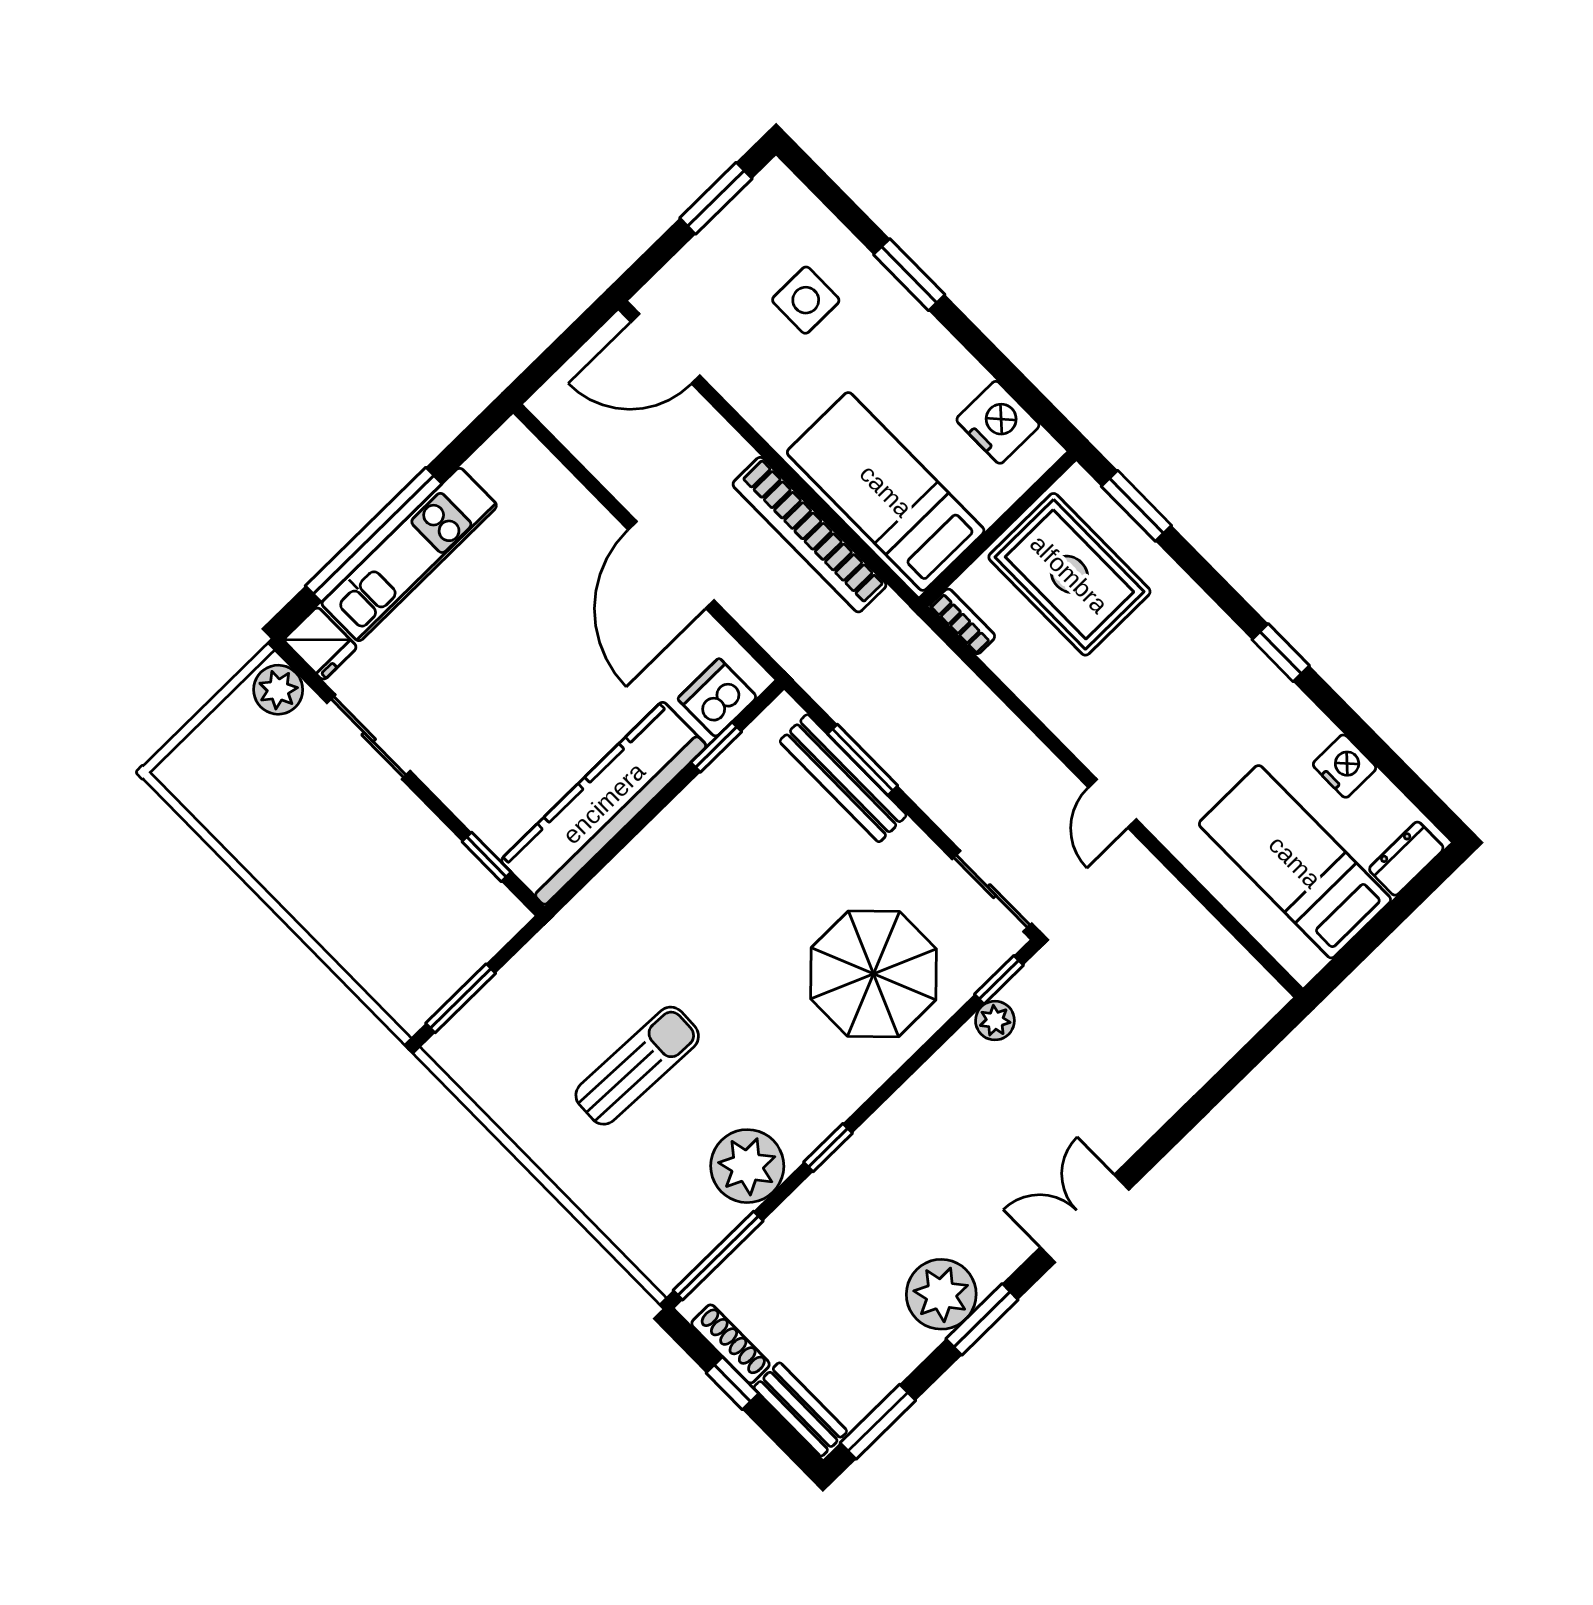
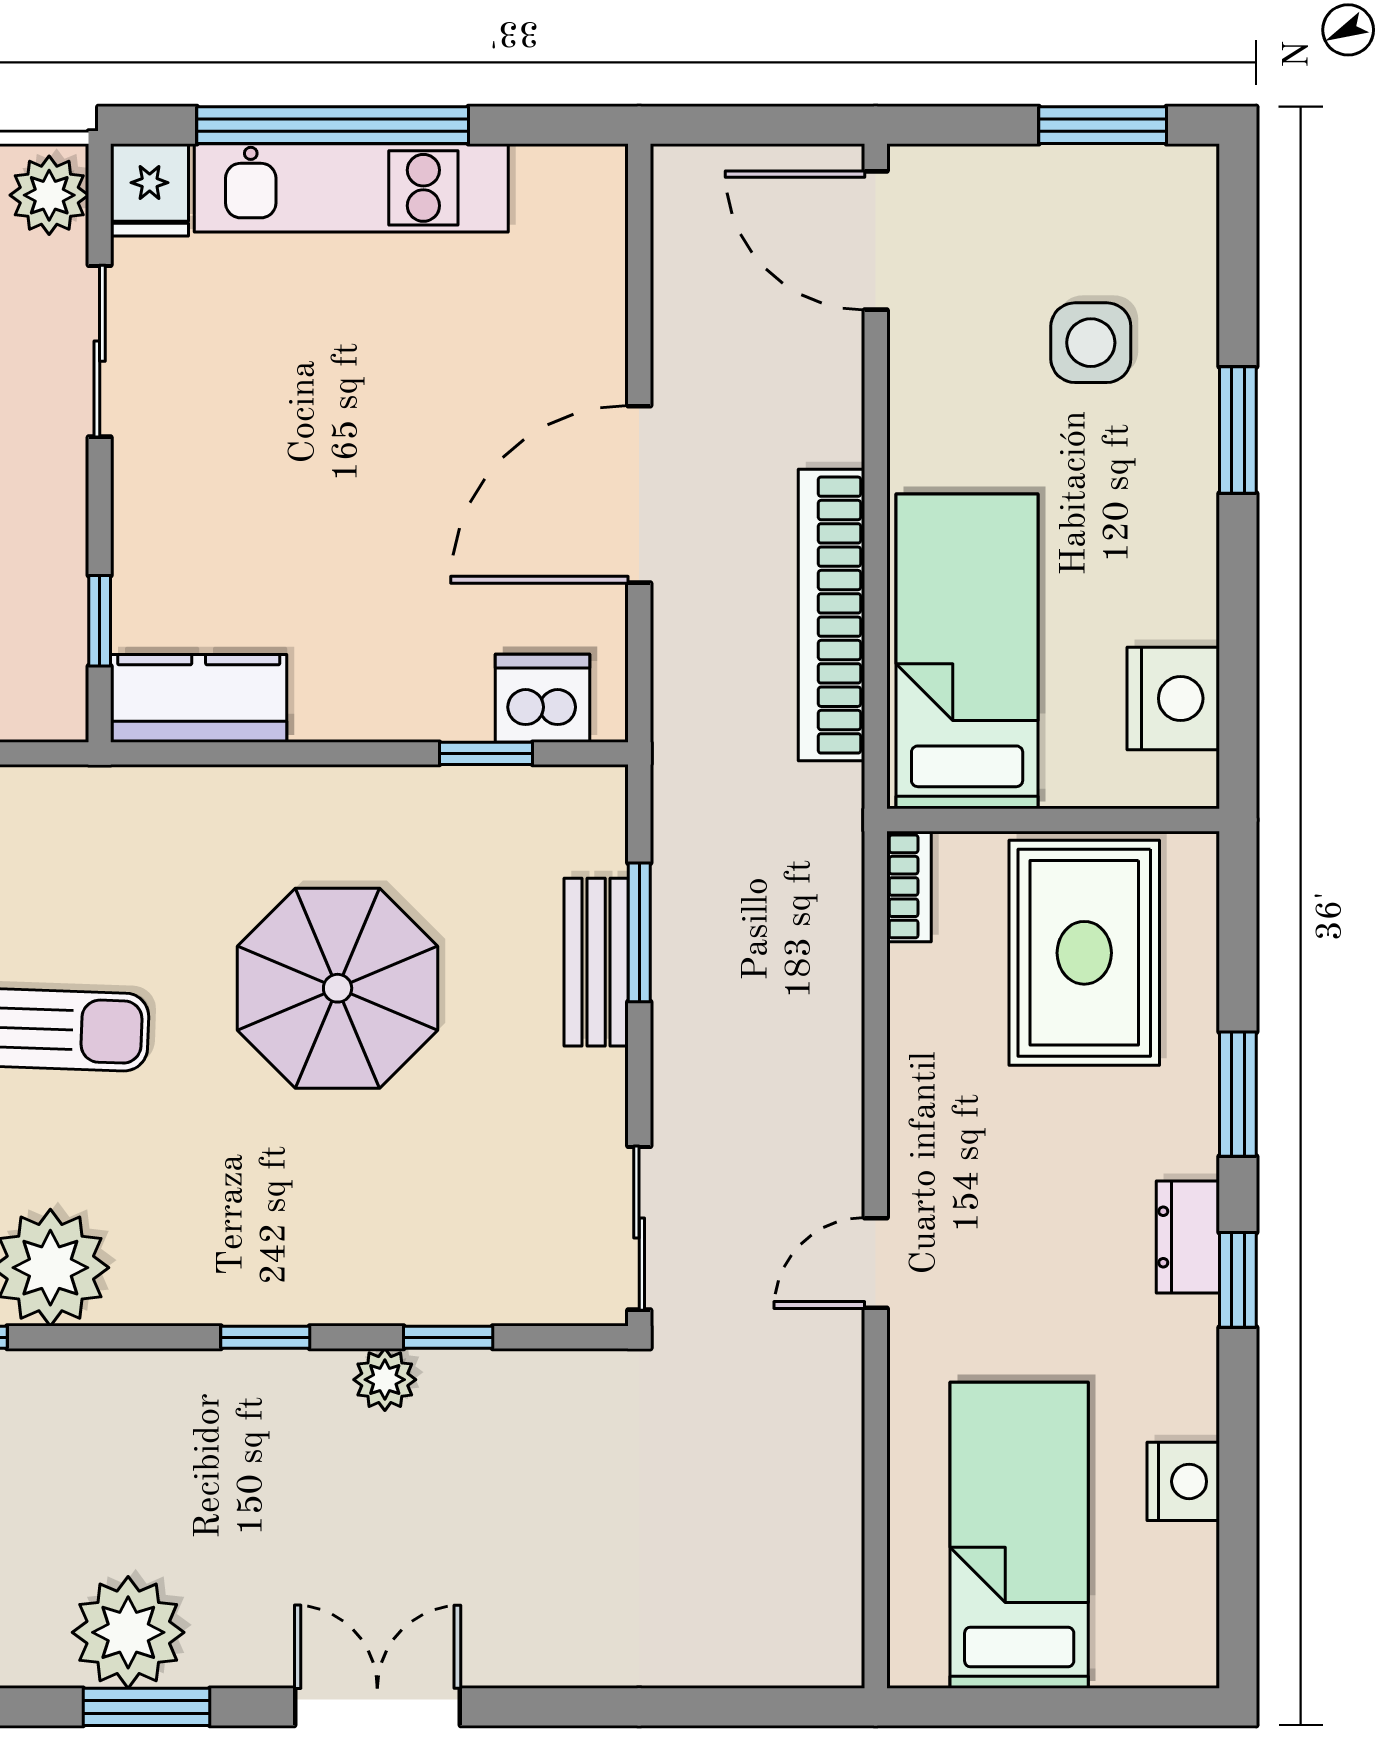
window: (1136, 506) -> (1238, 1094), moved
bench: (843, 778) -> (596, 962), width x0.73
kitchen counter: (604, 803) -> (199, 698), width x0.48, depth x0.86
dresser: (1406, 859) -> (1188, 1237), moved, turned -90
parasol: (873, 974) -> (338, 988), moved
window: (999, 980) -> (448, 1337), moved
plant: (995, 1021) -> (385, 1380), moved
window: (828, 1148) -> (265, 1337), moved

